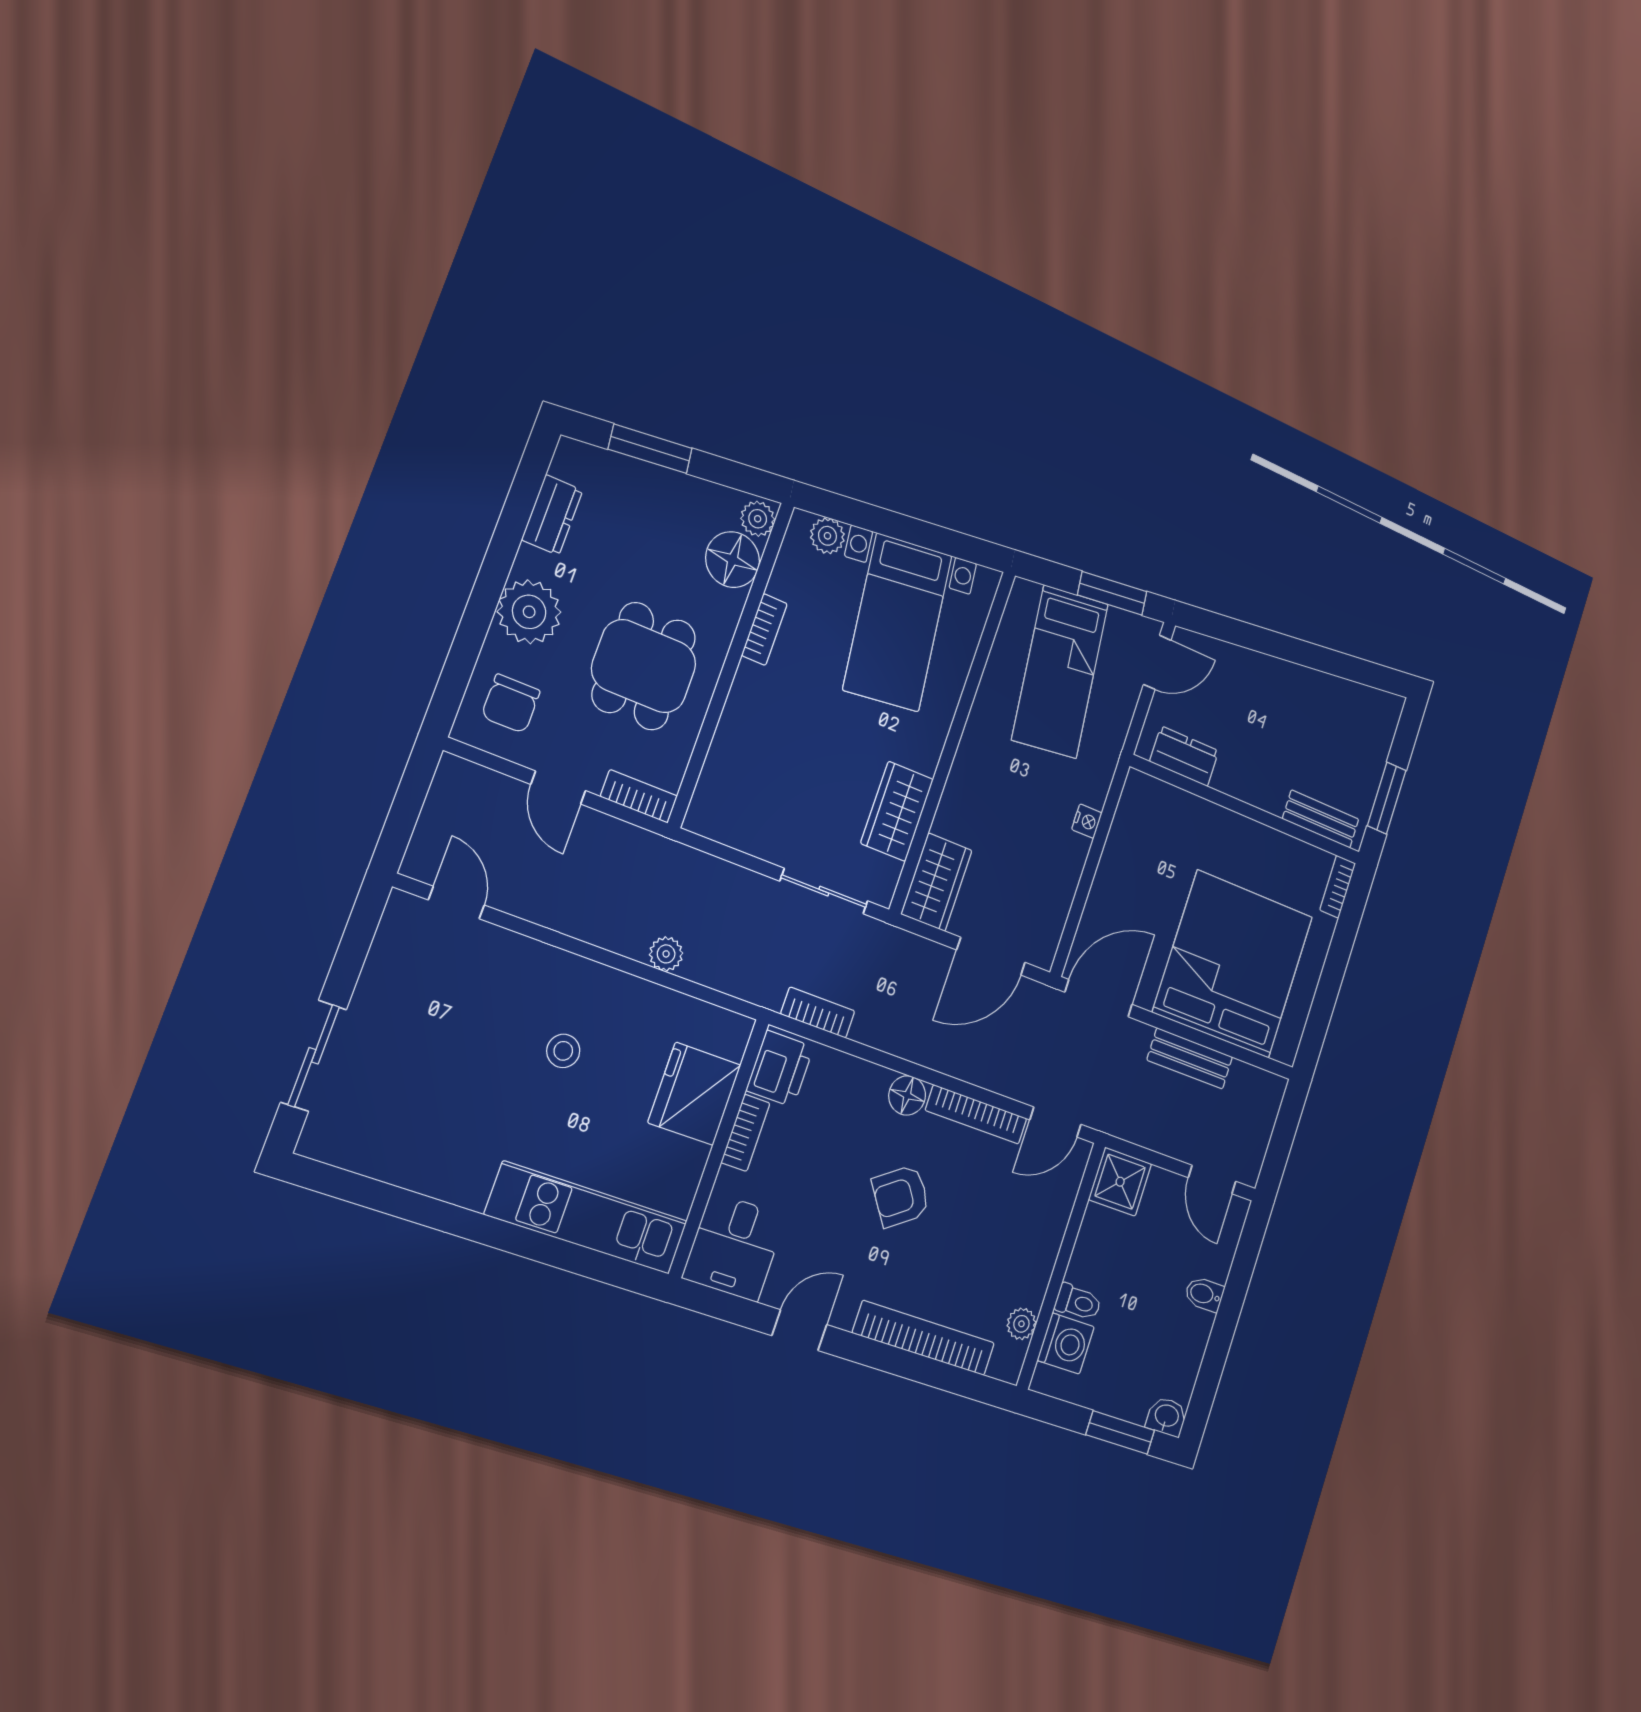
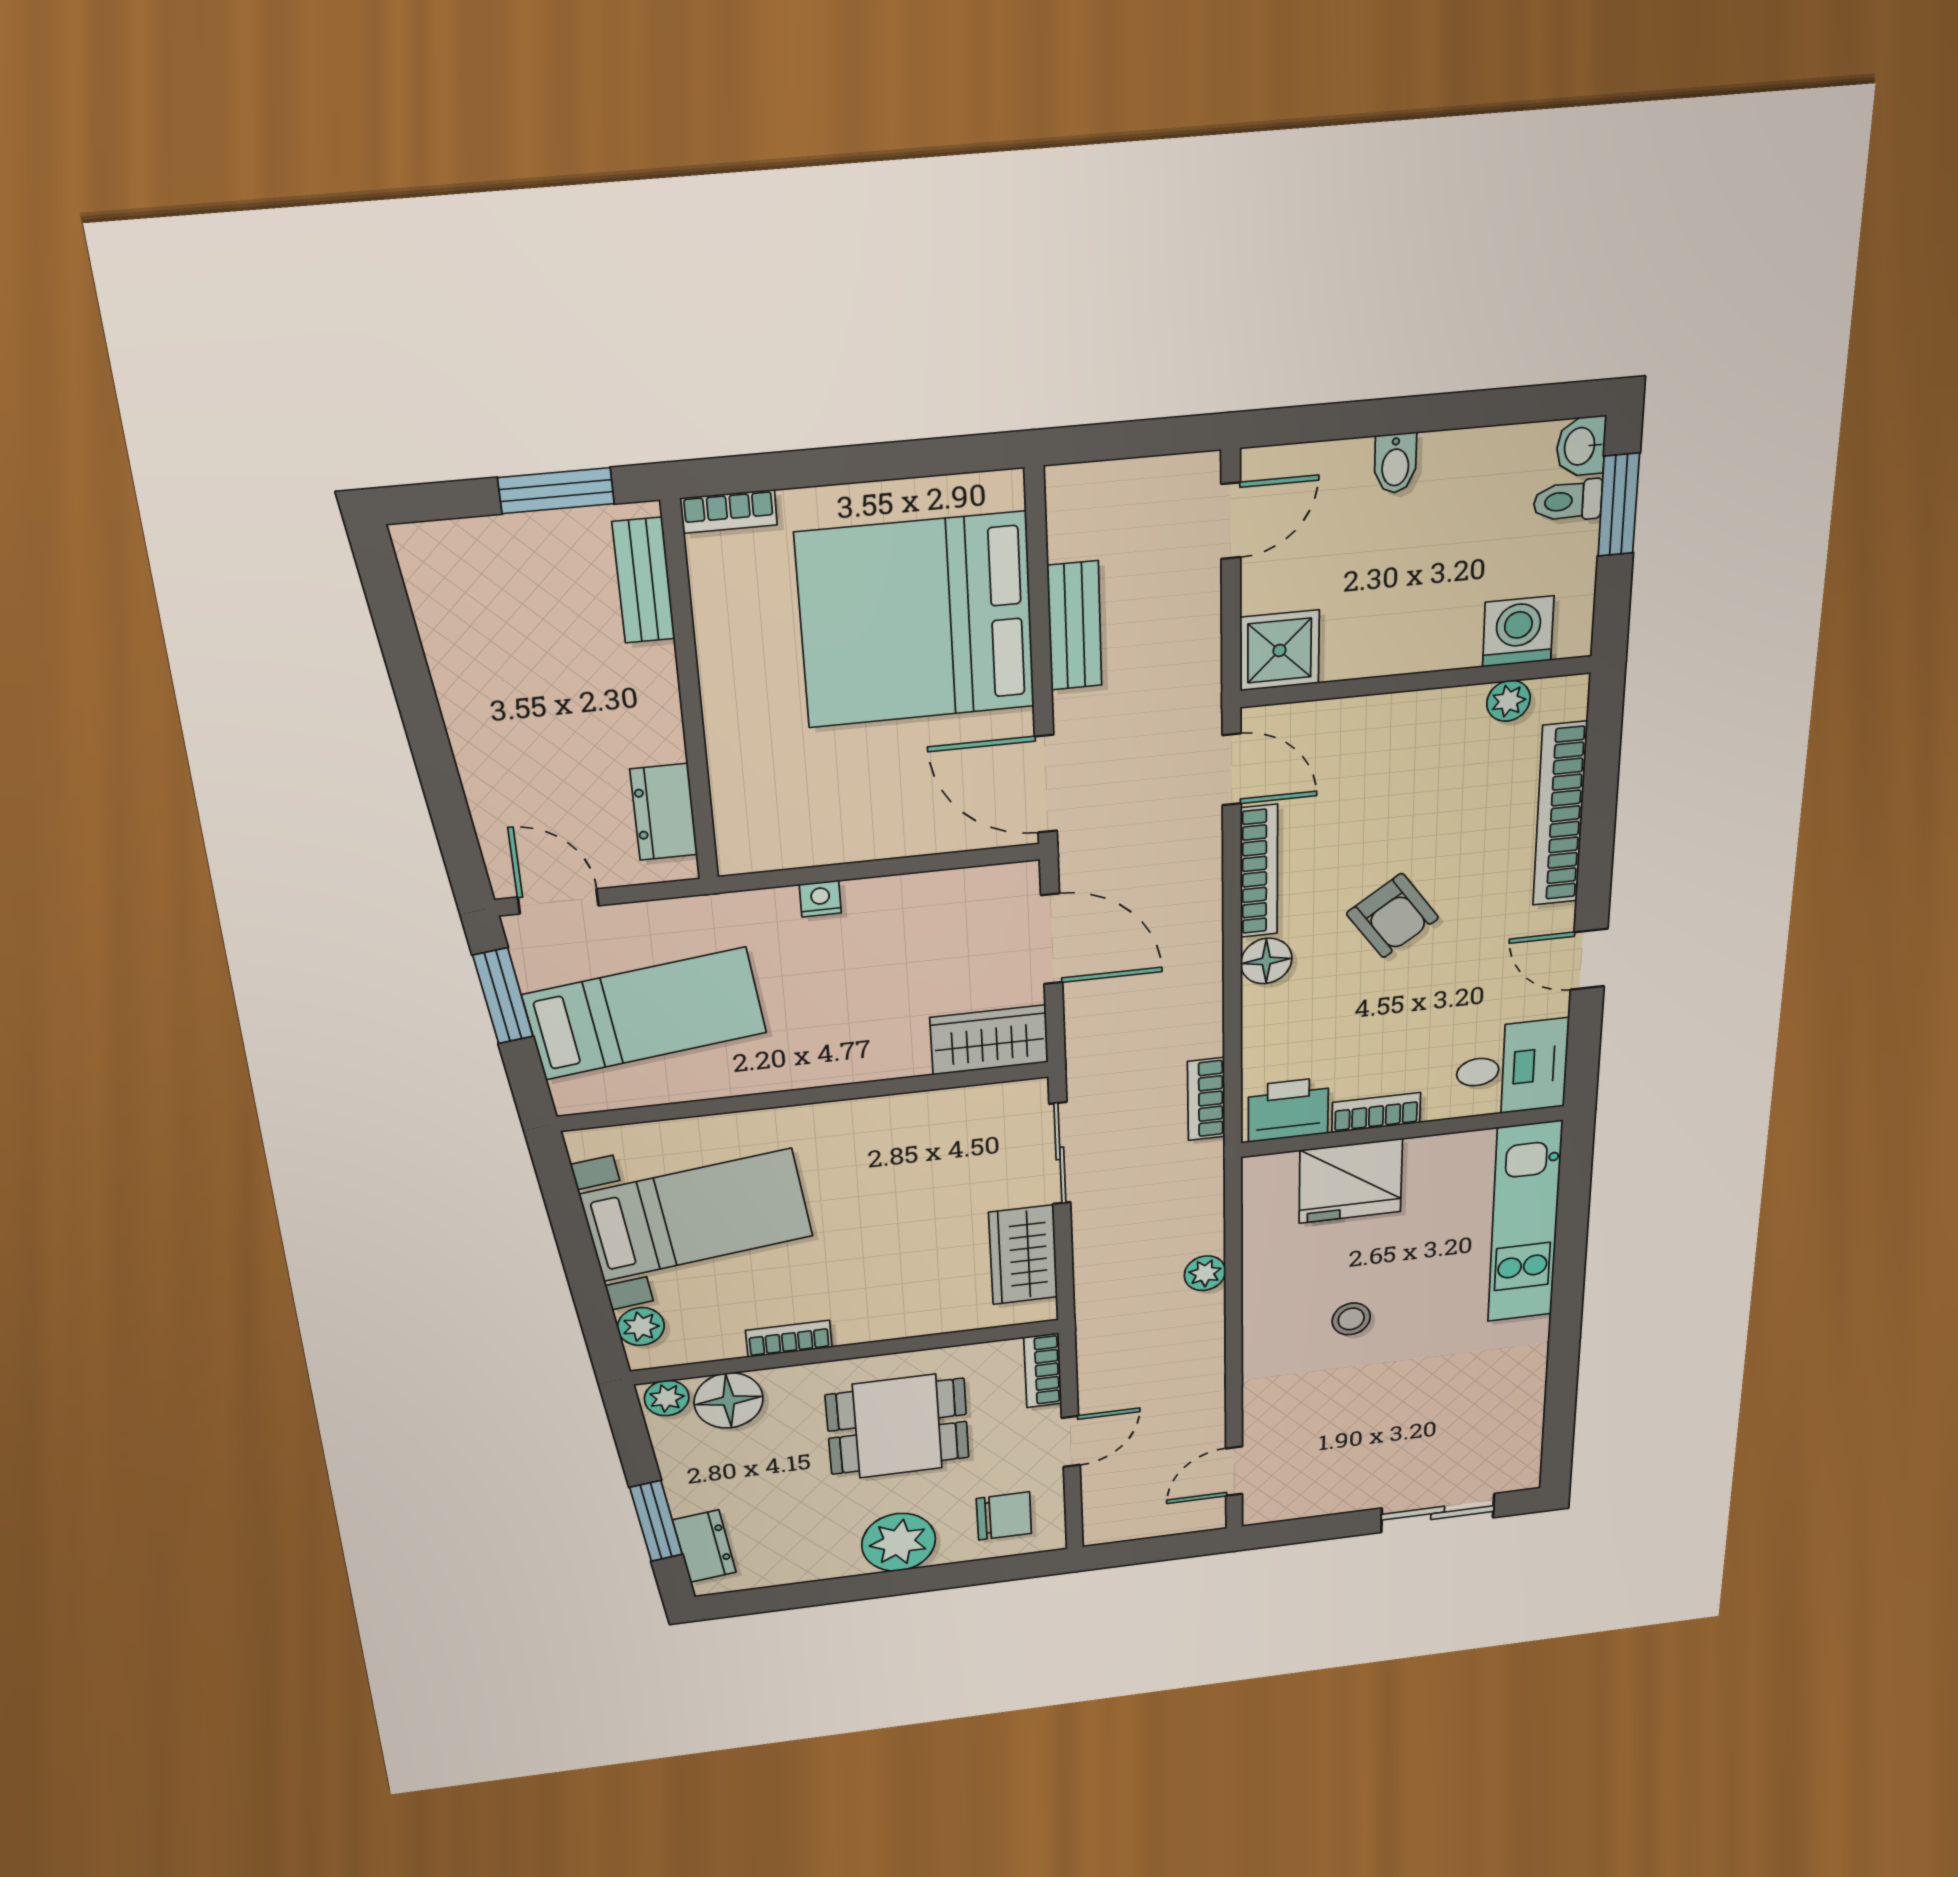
dresser: (552, 515) -> (704, 1546), moved, turned 83
wardrobe: (897, 811) -> (1023, 1255), moved, turned 90
toilet: (1078, 1302) -> (1568, 501), moved, turned -90

